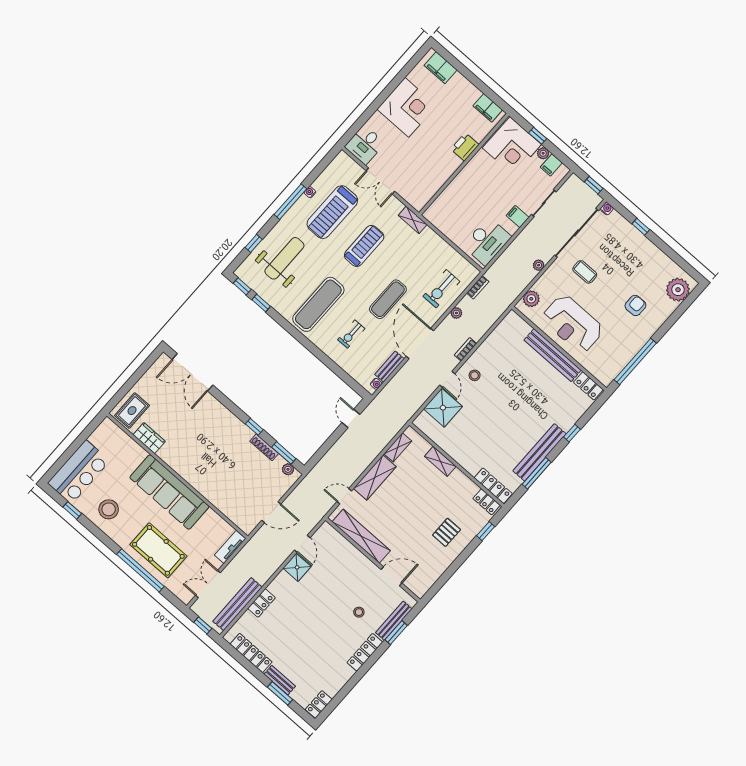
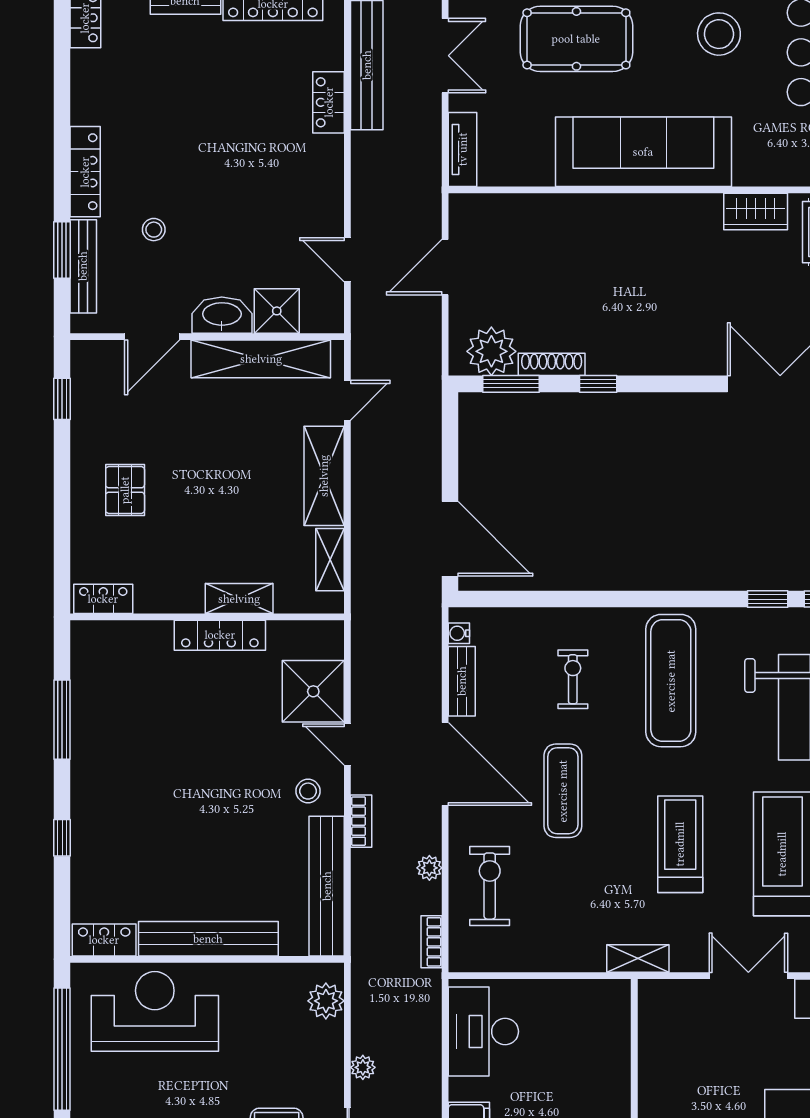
treadmill: (364, 246) -> (680, 844), turned 180
reception desk: (573, 324) -> (155, 1011), moved
door: (351, 419) -> (450, 539), width x1.87
bench: (540, 452) -> (327, 886), moved
plant: (288, 469) -> (491, 351), width x1.87, depth x1.87
locker: (493, 486) -> (220, 635), moved
window: (486, 531) -> (62, 399), moved
washbasin: (361, 563) -> (222, 315), added
shower: (297, 567) -> (277, 311), moved

